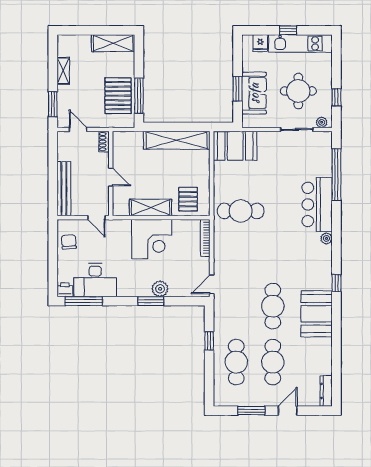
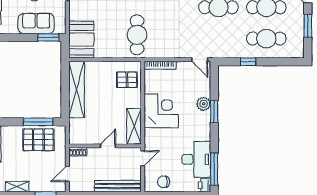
window: (238, 89) -> (48, 37), moved
shelving: (151, 208) -> (134, 126), moved

